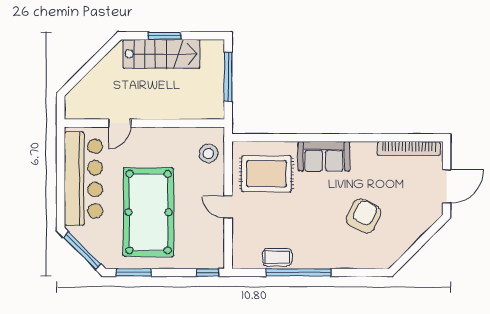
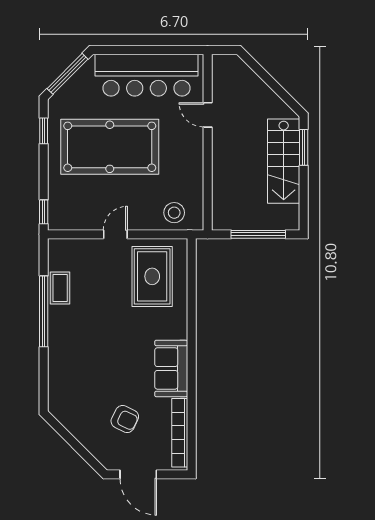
window: (164, 36) -> (304, 147), moved
sofa: (324, 156) -> (171, 368), moved
armchair: (364, 216) -> (125, 419), moved, width x0.72, depth x0.72
window: (134, 272) -> (44, 131), width x0.67

